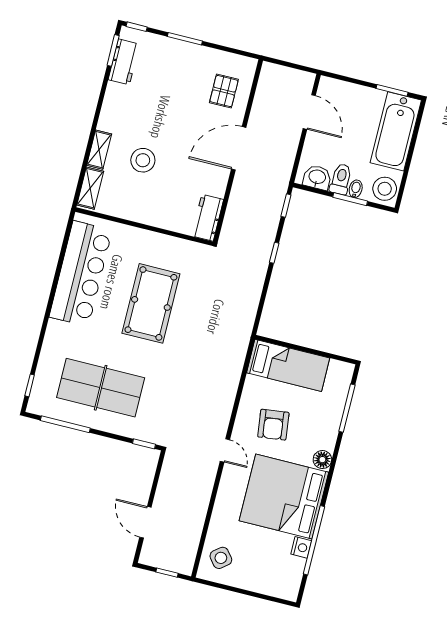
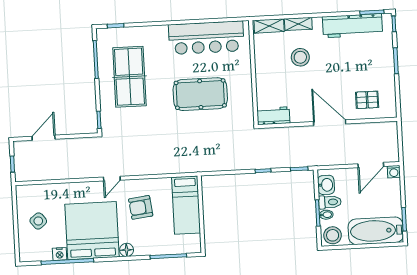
workbench: (124, 62) -> (352, 26), width x1.88, depth x1.32
washing machine: (327, 85) -> (394, 172), added
side table: (221, 558) -> (38, 221), moved

